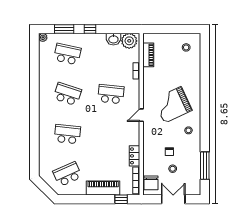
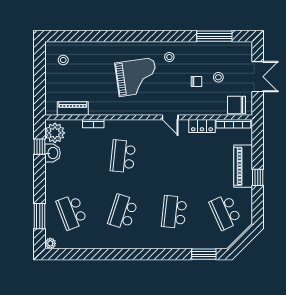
window: (90, 29) -> (40, 147), moved
school desk: (67, 54) -> (72, 212), turned -33
grand piano: (173, 105) -> (137, 77), turned -73
door: (141, 115) -> (170, 117), moved
window: (34, 157) -> (204, 254), added
chair: (151, 183) -> (236, 105), turned 180
window: (121, 199) -> (258, 177), moved
double door: (173, 199) -> (258, 77), swing flipped

